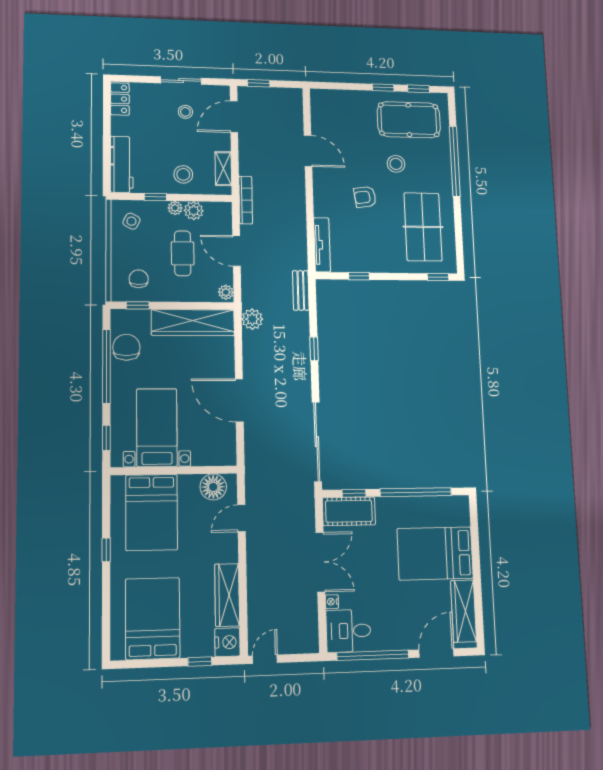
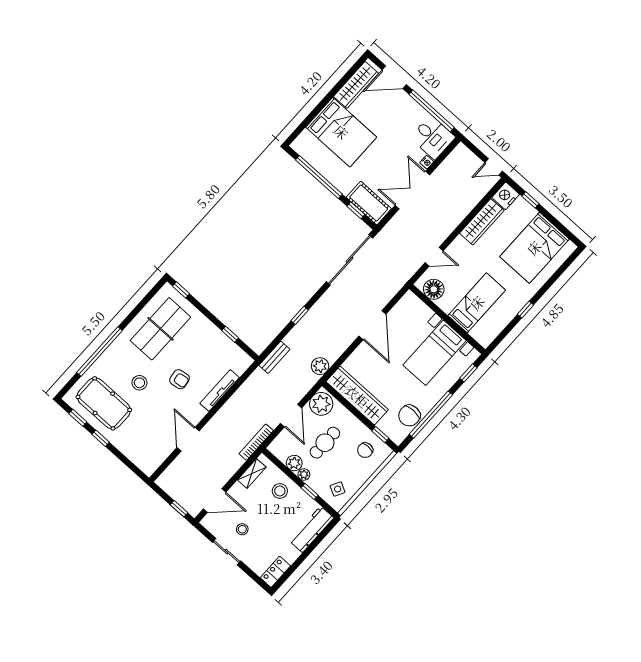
tv unit: (322, 245) -> (220, 390), moved
plant: (226, 292) -> (321, 404), width x1.88, depth x1.88
bed: (152, 512) -> (477, 303), width x0.67

